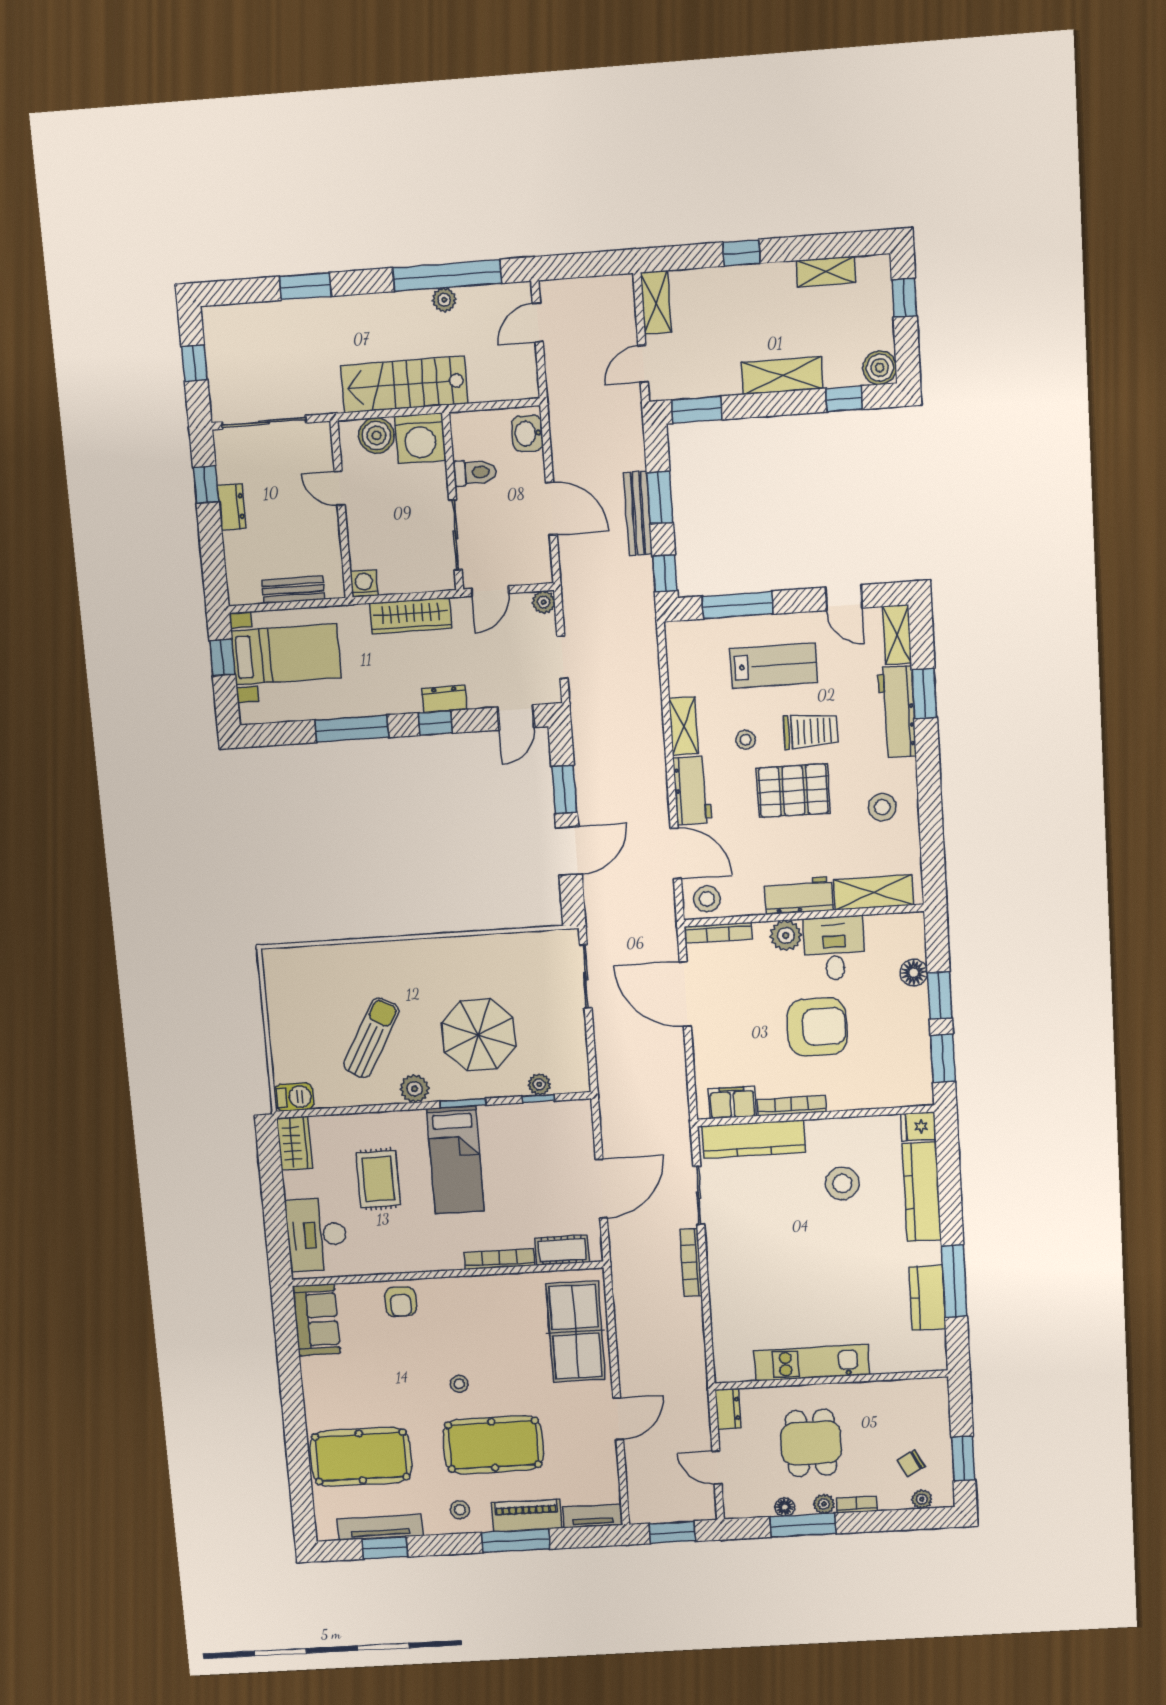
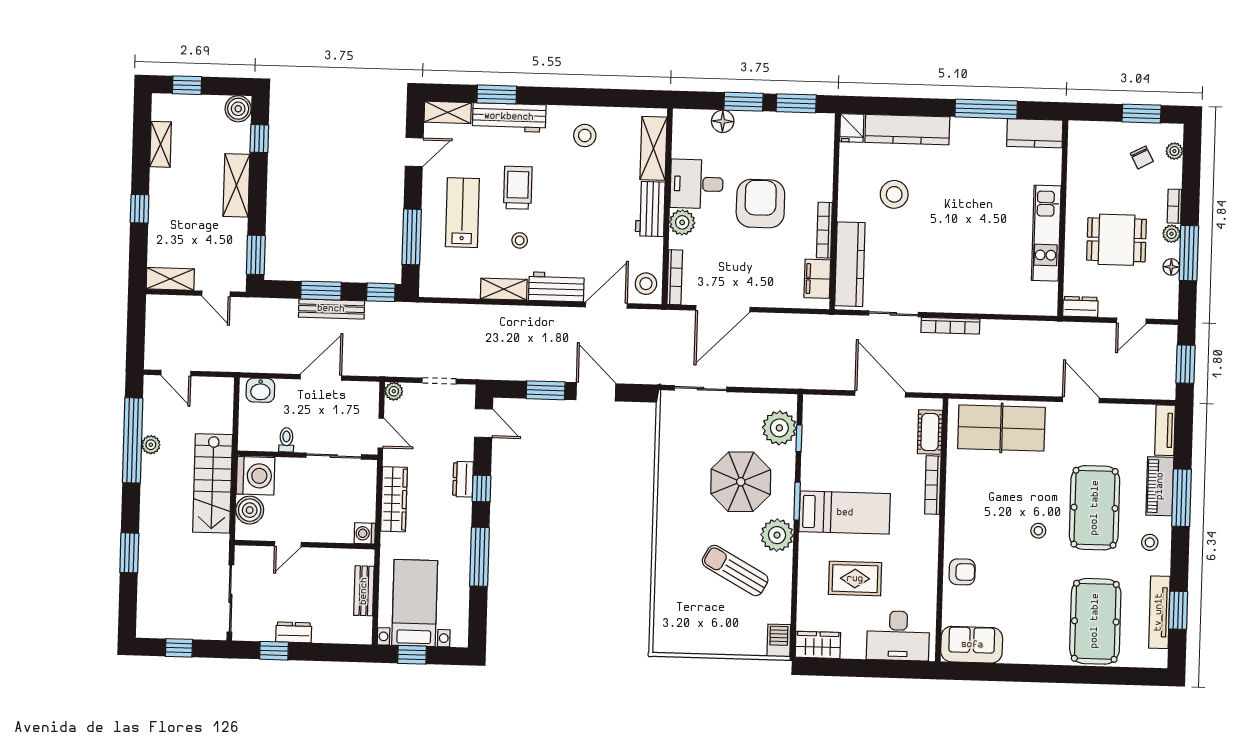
toilet: (475, 472) -> (286, 440), width x0.73, depth x0.72
pallet: (793, 791) -> (564, 206), removed
plant: (539, 1084) -> (779, 428), width x1.87, depth x1.87
plant: (415, 1089) -> (777, 535), width x1.36, depth x1.36
kitchen counter: (928, 1298) -> (1035, 133), moved

